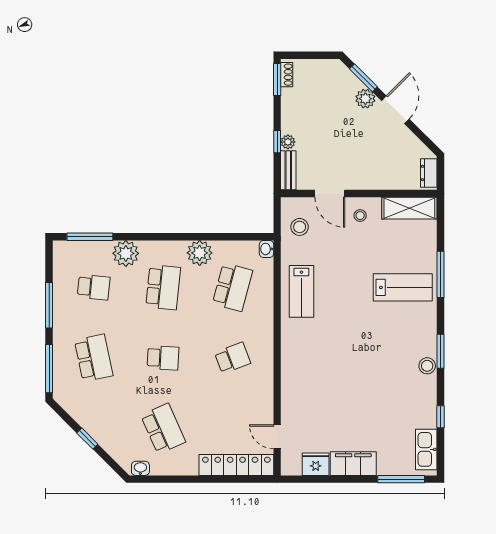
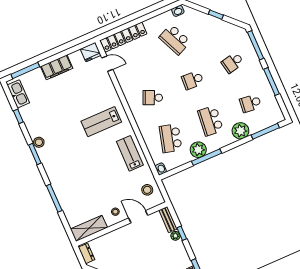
window: (192, 237) -> (207, 157), added
lab bench: (403, 287) -> (101, 122), moved
school desk: (94, 358) -> (233, 63), width x0.54
school desk: (233, 358) -> (153, 98), turned 45
fridge: (316, 464) -> (91, 52), moved

